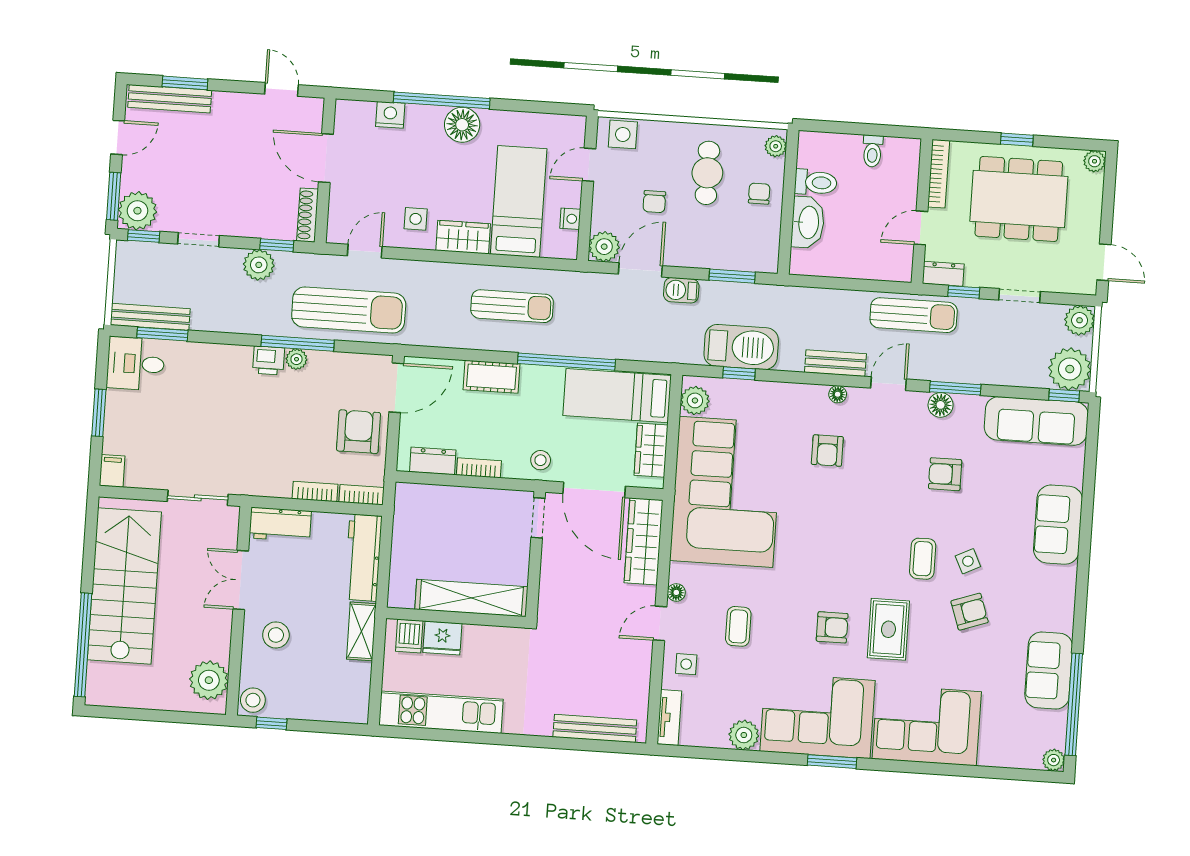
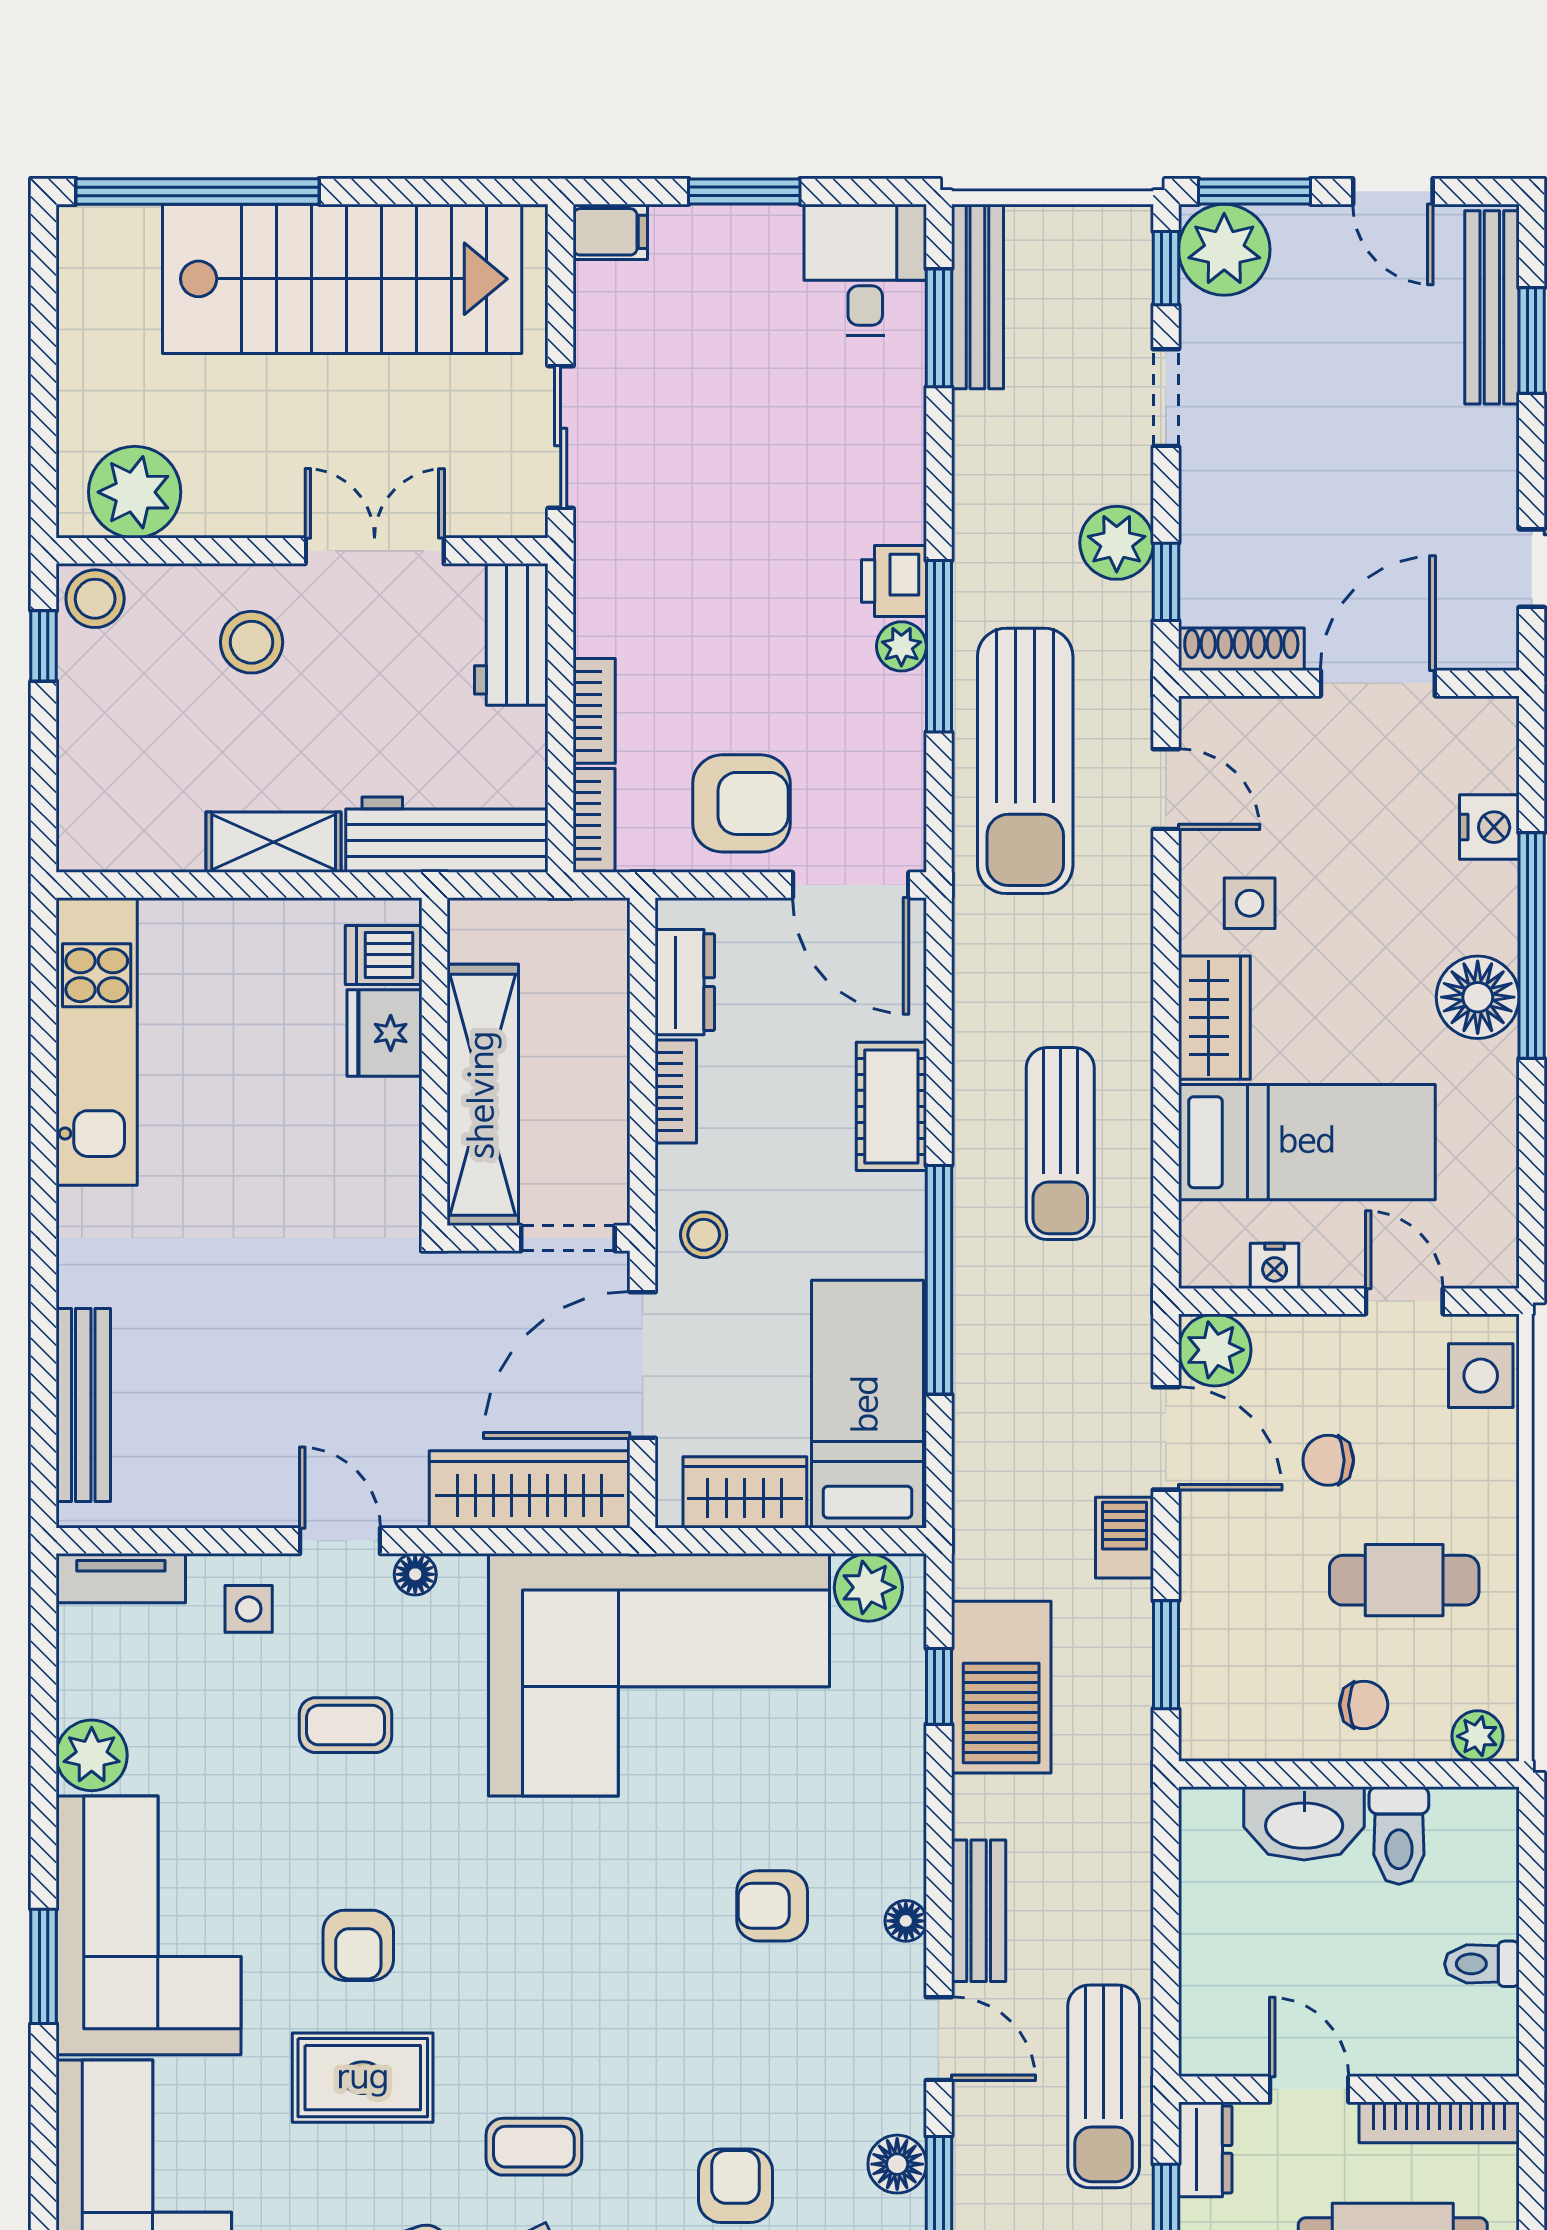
shelving: (471, 598) -> (483, 1095), moved
wall: (456, 618) -> (434, 1062), moved
dishwasher: (409, 636) -> (384, 955), moved
fridge: (442, 638) -> (385, 1033), moved

